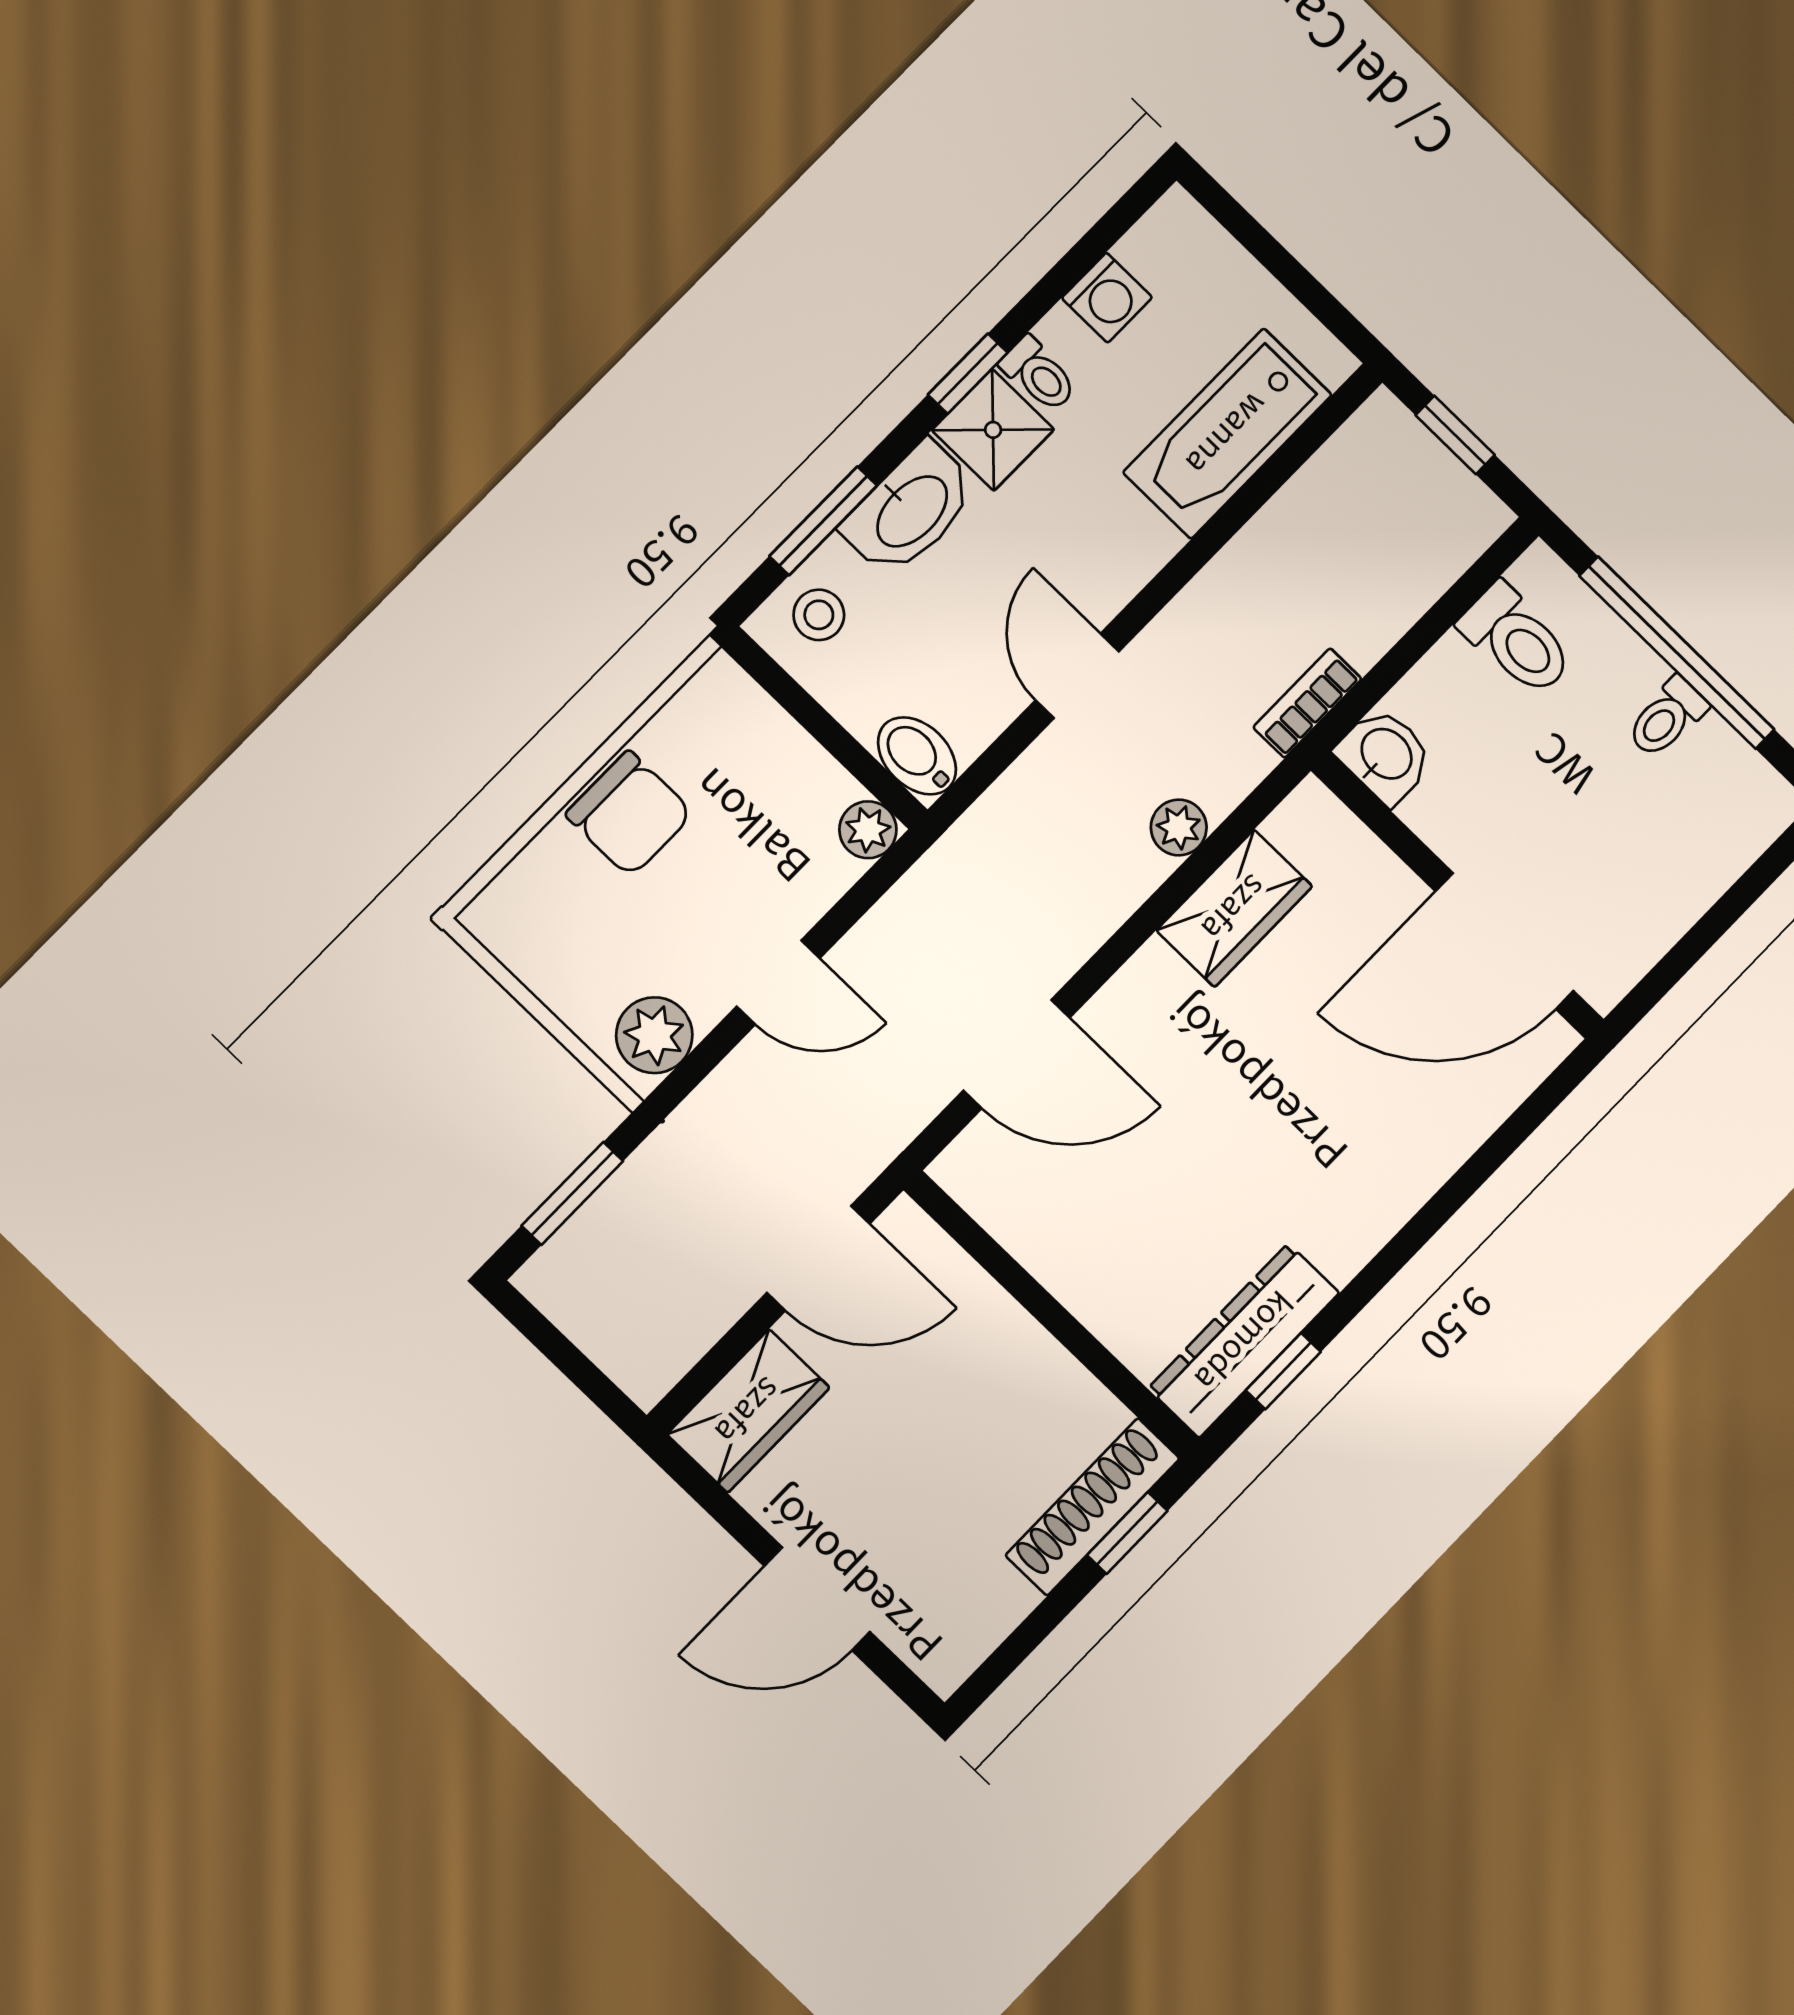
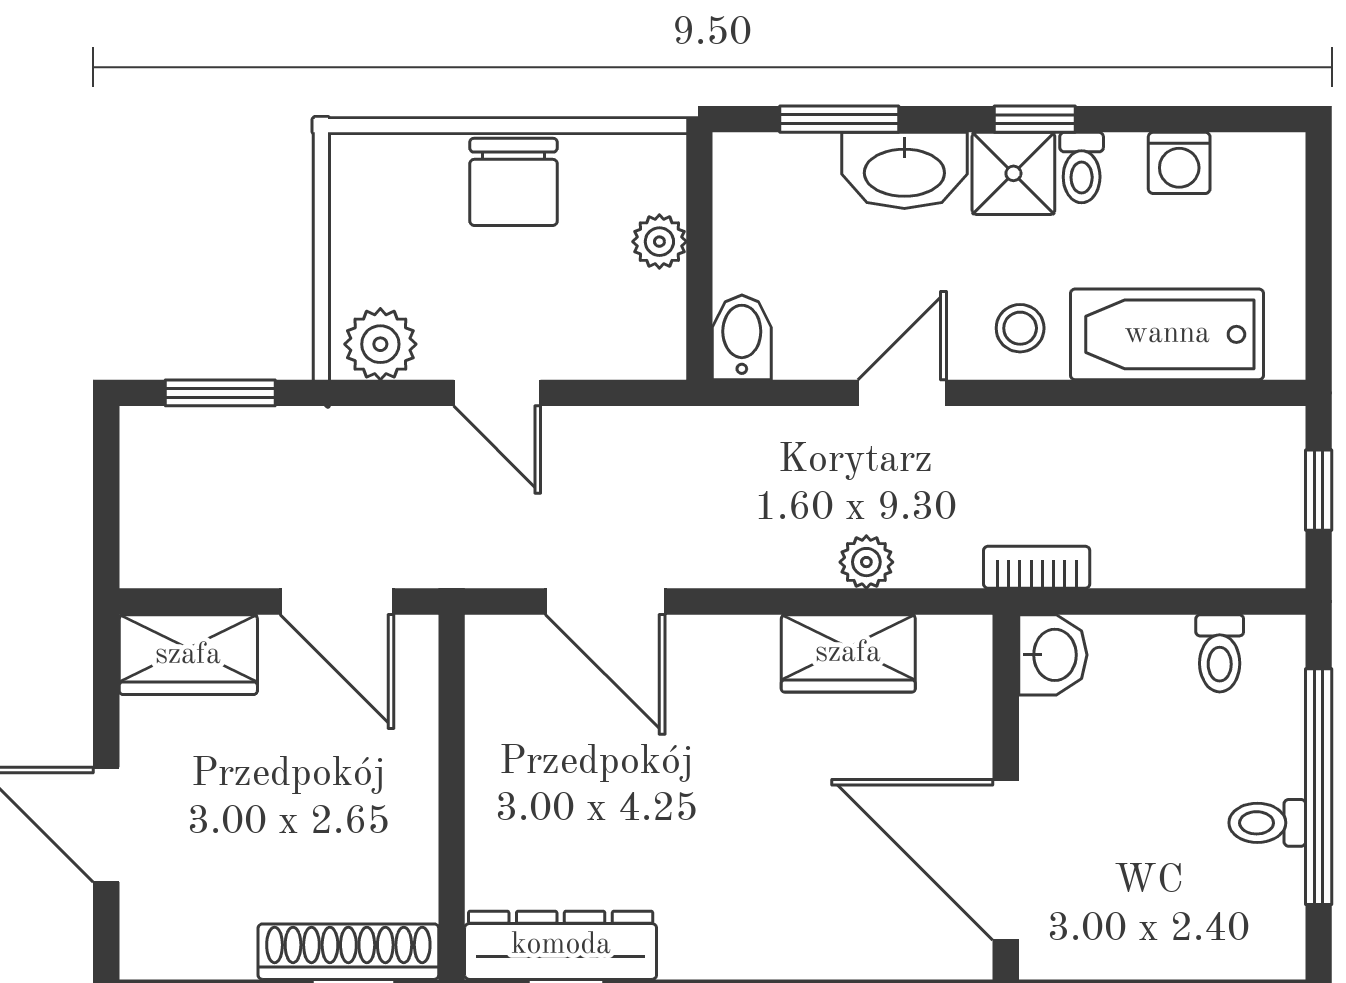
stool: (819, 615) -> (1020, 328), moved
toilet: (1517, 640) -> (1220, 653), width x0.73, depth x0.72
plant: (868, 830) -> (659, 242), moved

